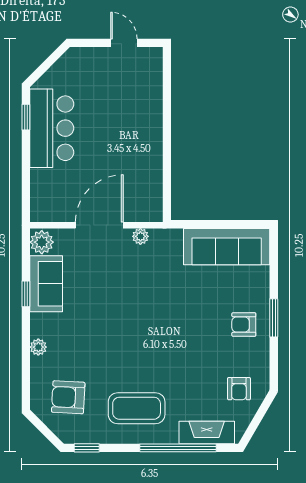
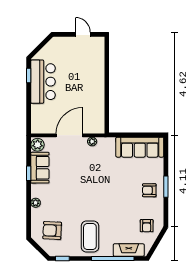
coffee table: (137, 408) -> (90, 237), turned 90

